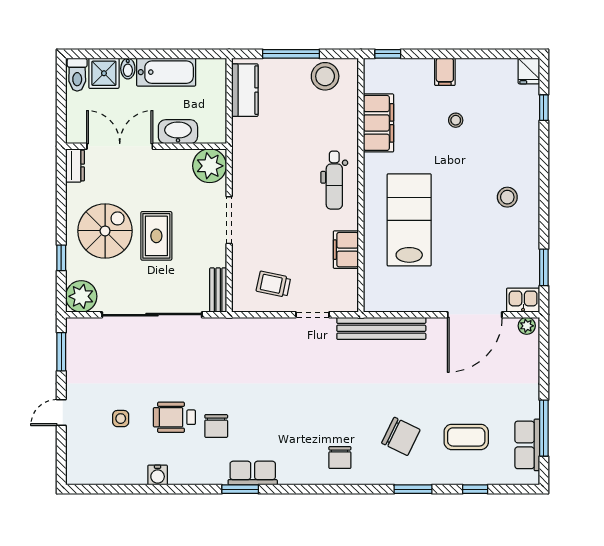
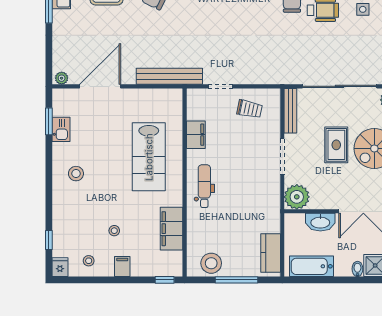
bathtub: (166, 72) -> (311, 266), moved
stool: (490, 80) -> (89, 261), added
bench: (218, 290) -> (290, 111), width x1.36
kitchen sink: (523, 300) -> (61, 129), moved, turned -90

